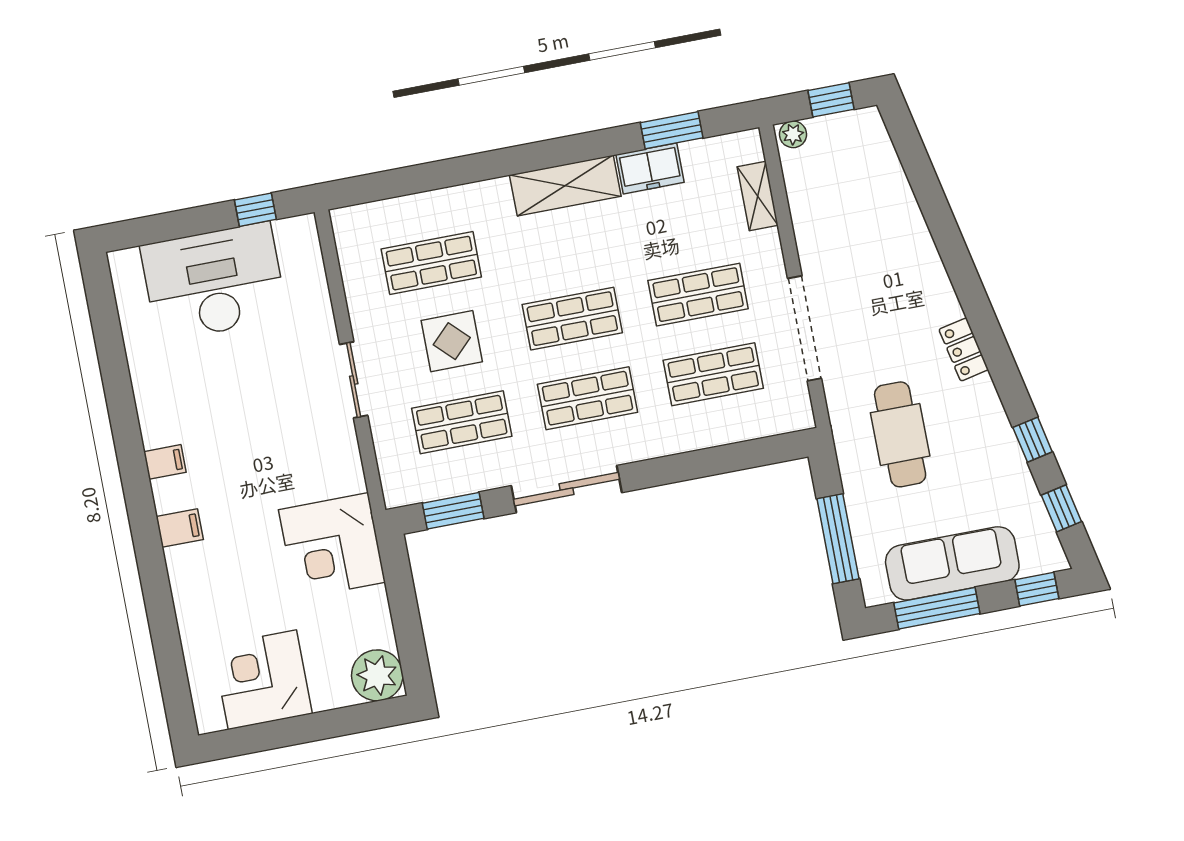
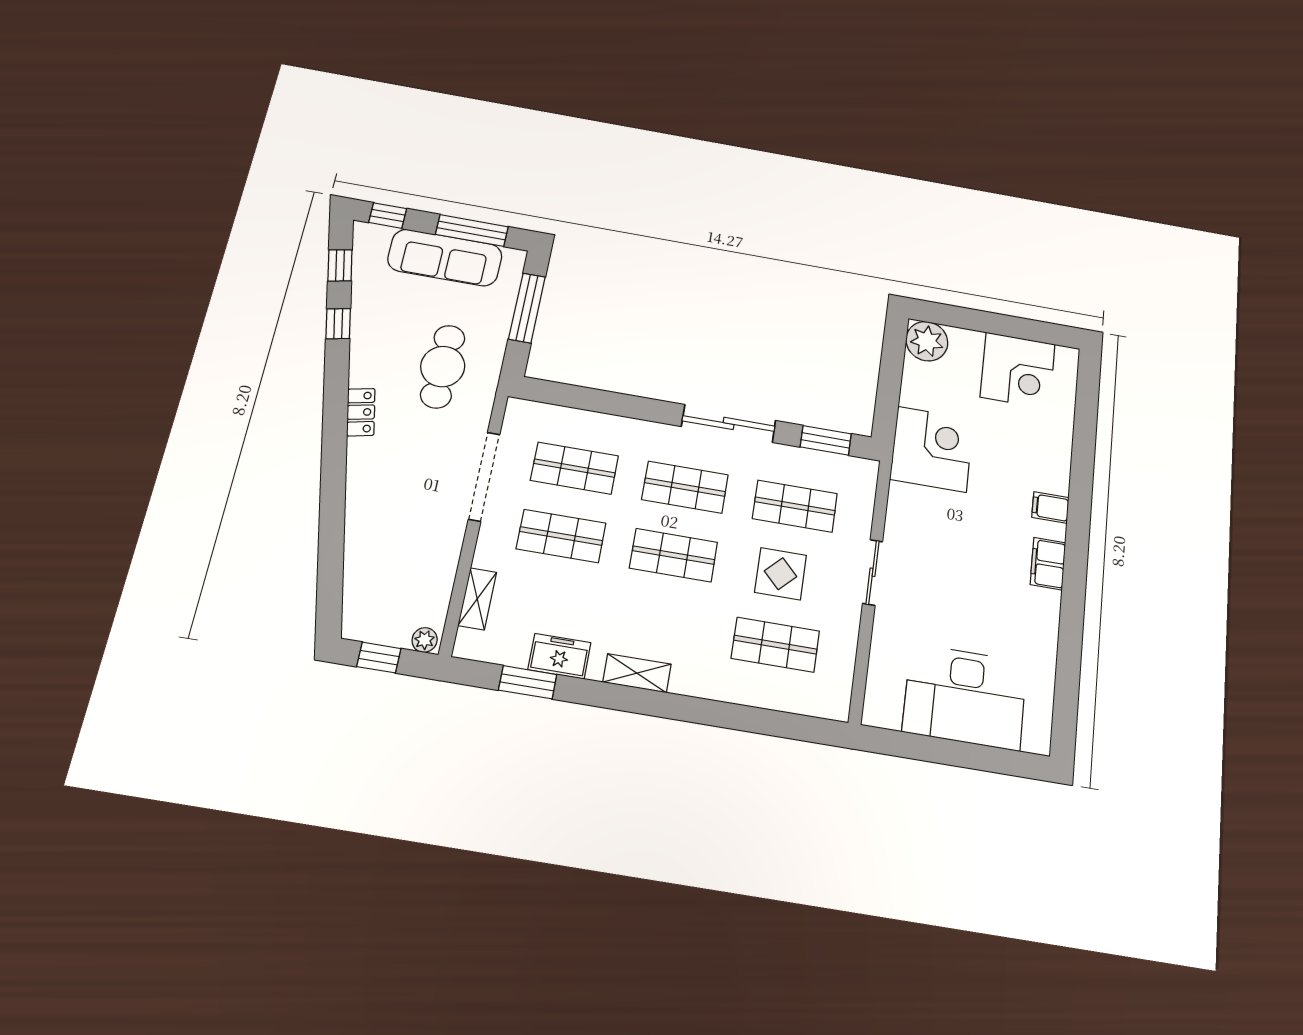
shelving: (565, 186) -> (637, 673), width x0.67, depth x0.75
window: (255, 210) -> (911, 746), removed
filing cabinet: (165, 462) -> (1048, 564), width x2.00

